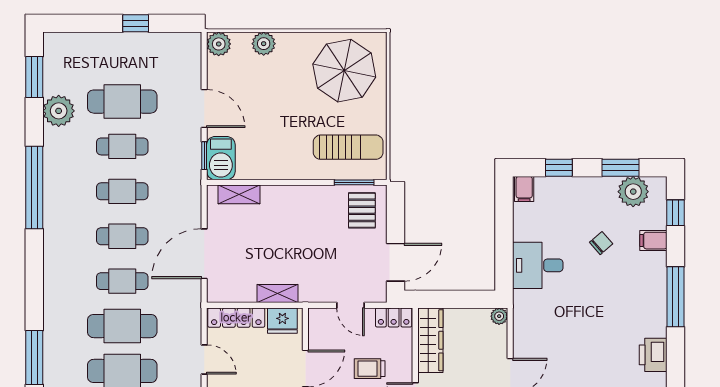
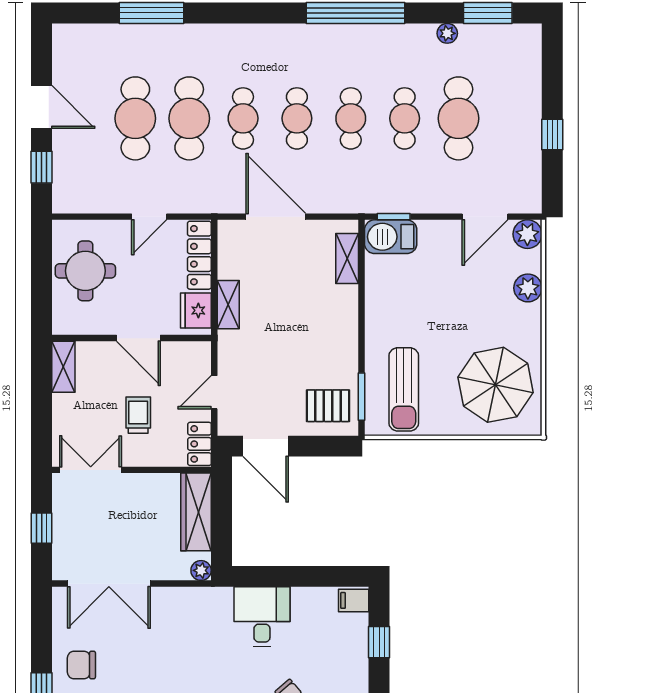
door: (204, 109) -> (485, 217), moved
plant: (59, 111) -> (447, 33), width x0.53, depth x0.53
wardrobe: (430, 340) -> (196, 512), moved, turned 90

